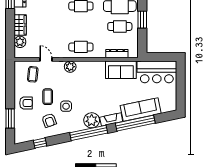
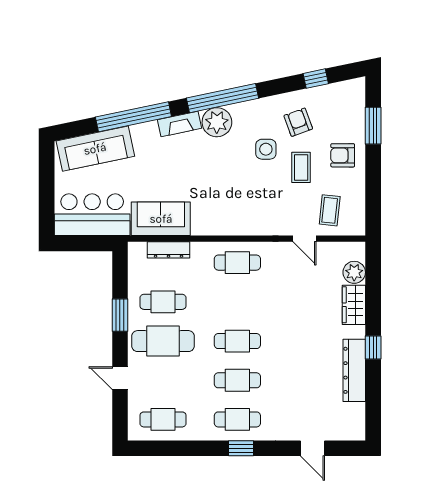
plant: (70, 67) -> (258, 225), removed
sofa: (141, 110) -> (95, 149), moved

